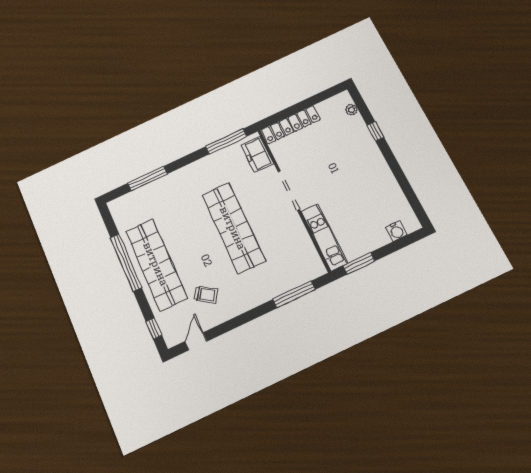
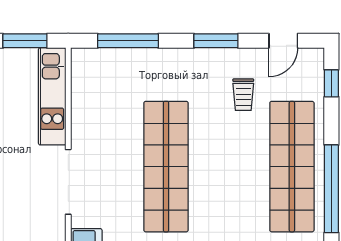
trolley: (206, 295) -> (243, 95), turned -123
window: (239, 321) -> (216, 41), added

